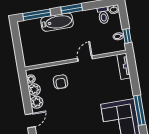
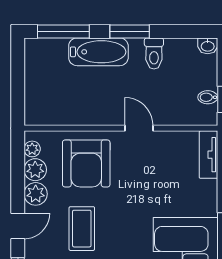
toilet: (103, 15) -> (154, 53), moved
door: (85, 59) -> (139, 128), hinge flipped
armchair: (61, 82) -> (86, 163), width x1.88, depth x1.88
coffee table: (64, 116) -> (82, 229), added

